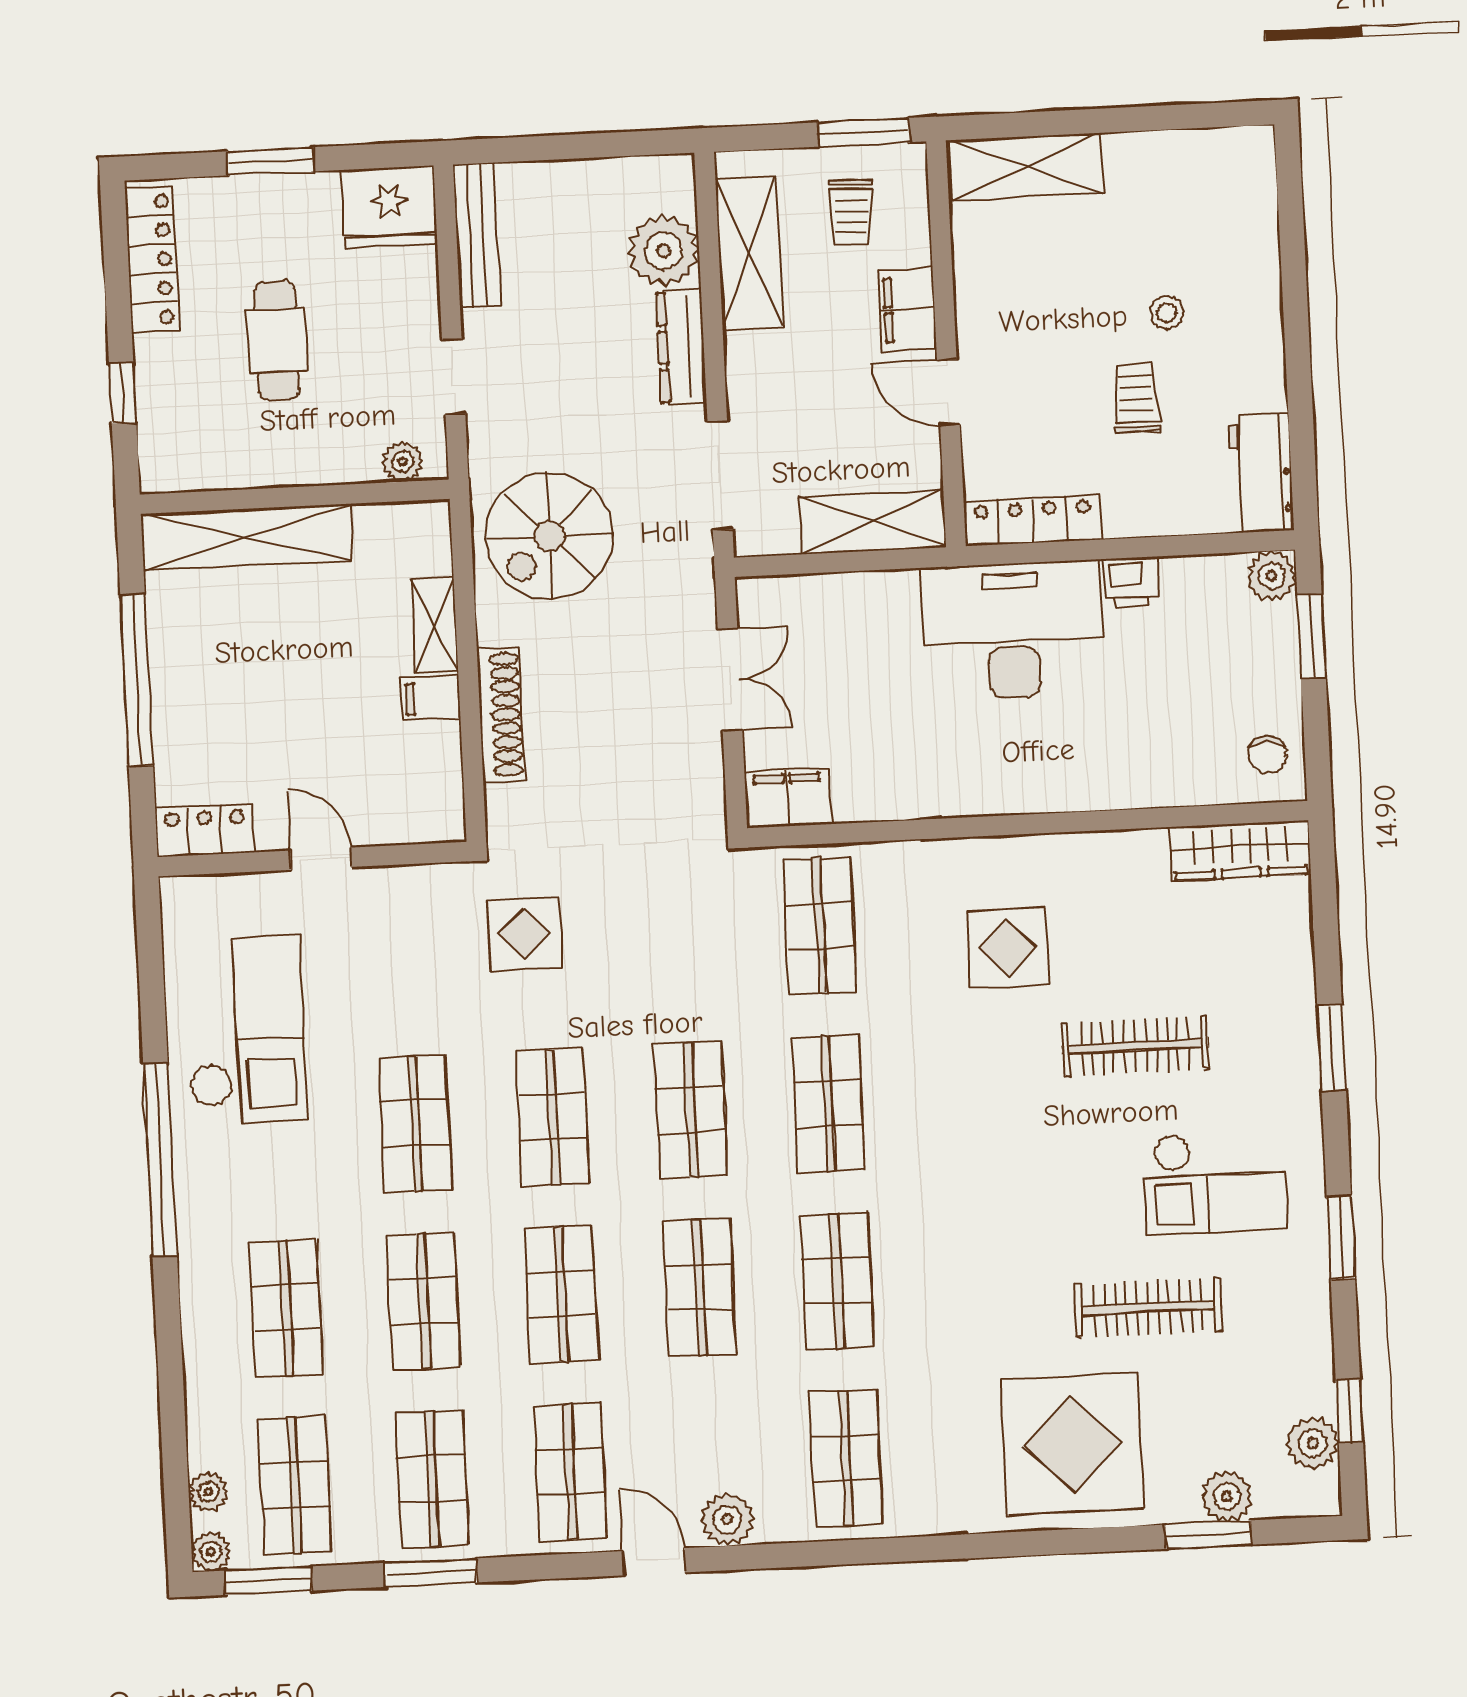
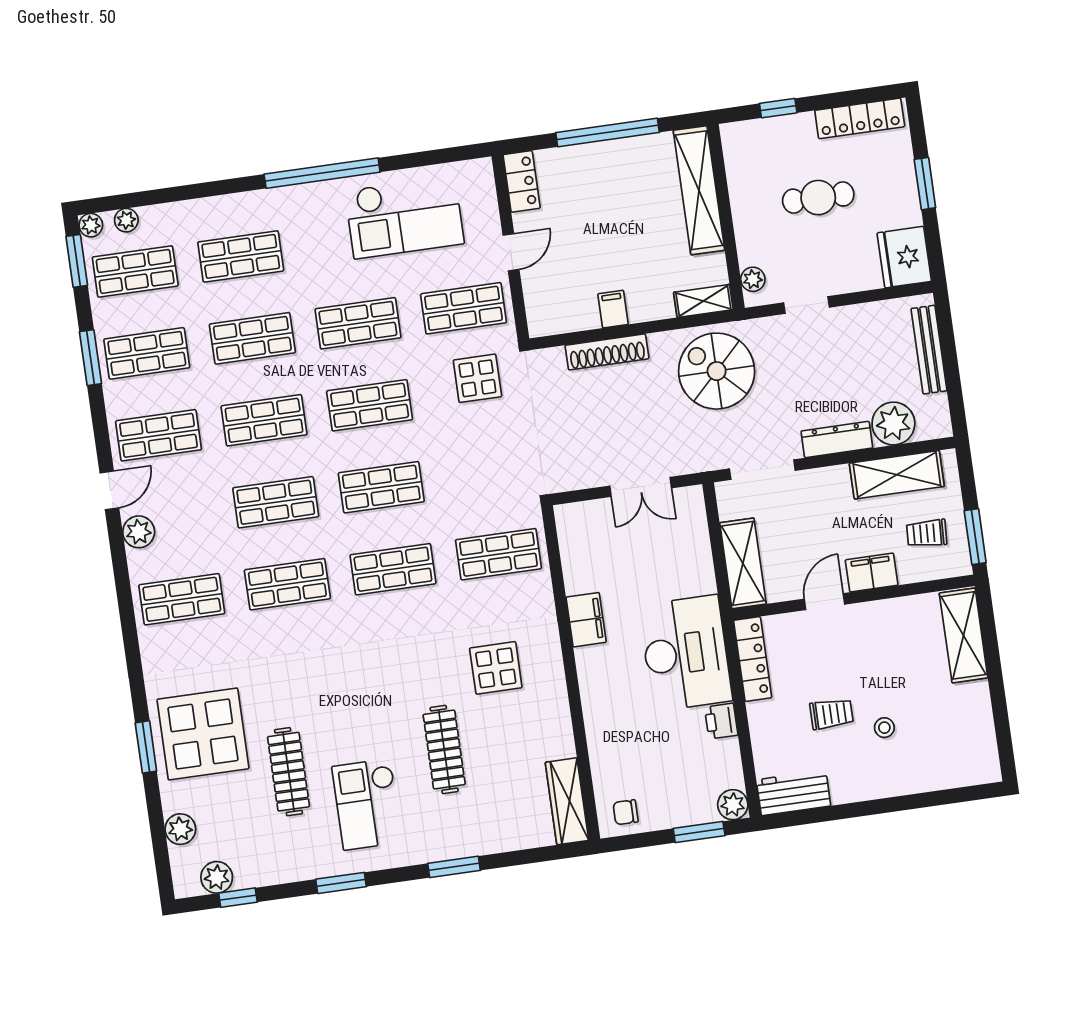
bench: (477, 235) -> (929, 350), moved, turned 90
shelving: (435, 625) -> (703, 301), moved
filing cabinet: (788, 798) -> (586, 620), moved
shop shelf: (406, 946) -> (463, 308), added
window: (1208, 1535) -> (146, 747), moved

